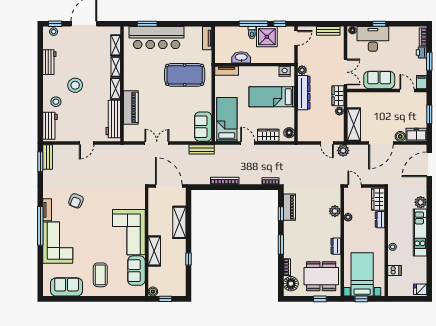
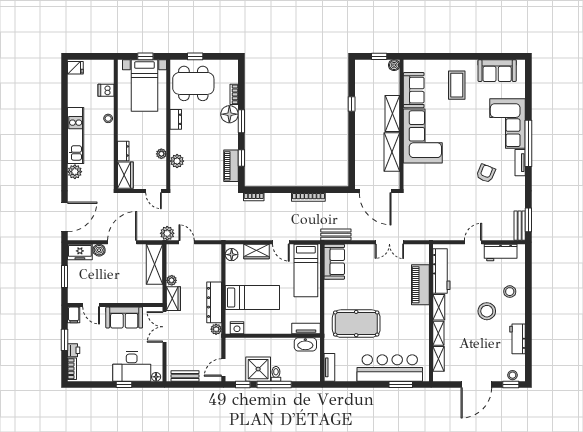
washbasin: (241, 57) -> (305, 344), moved
workbench: (50, 126) -> (501, 253), moved, turned -90
shelving: (179, 222) -> (392, 152), moved
floor lamp: (291, 284) -> (229, 114), moved

